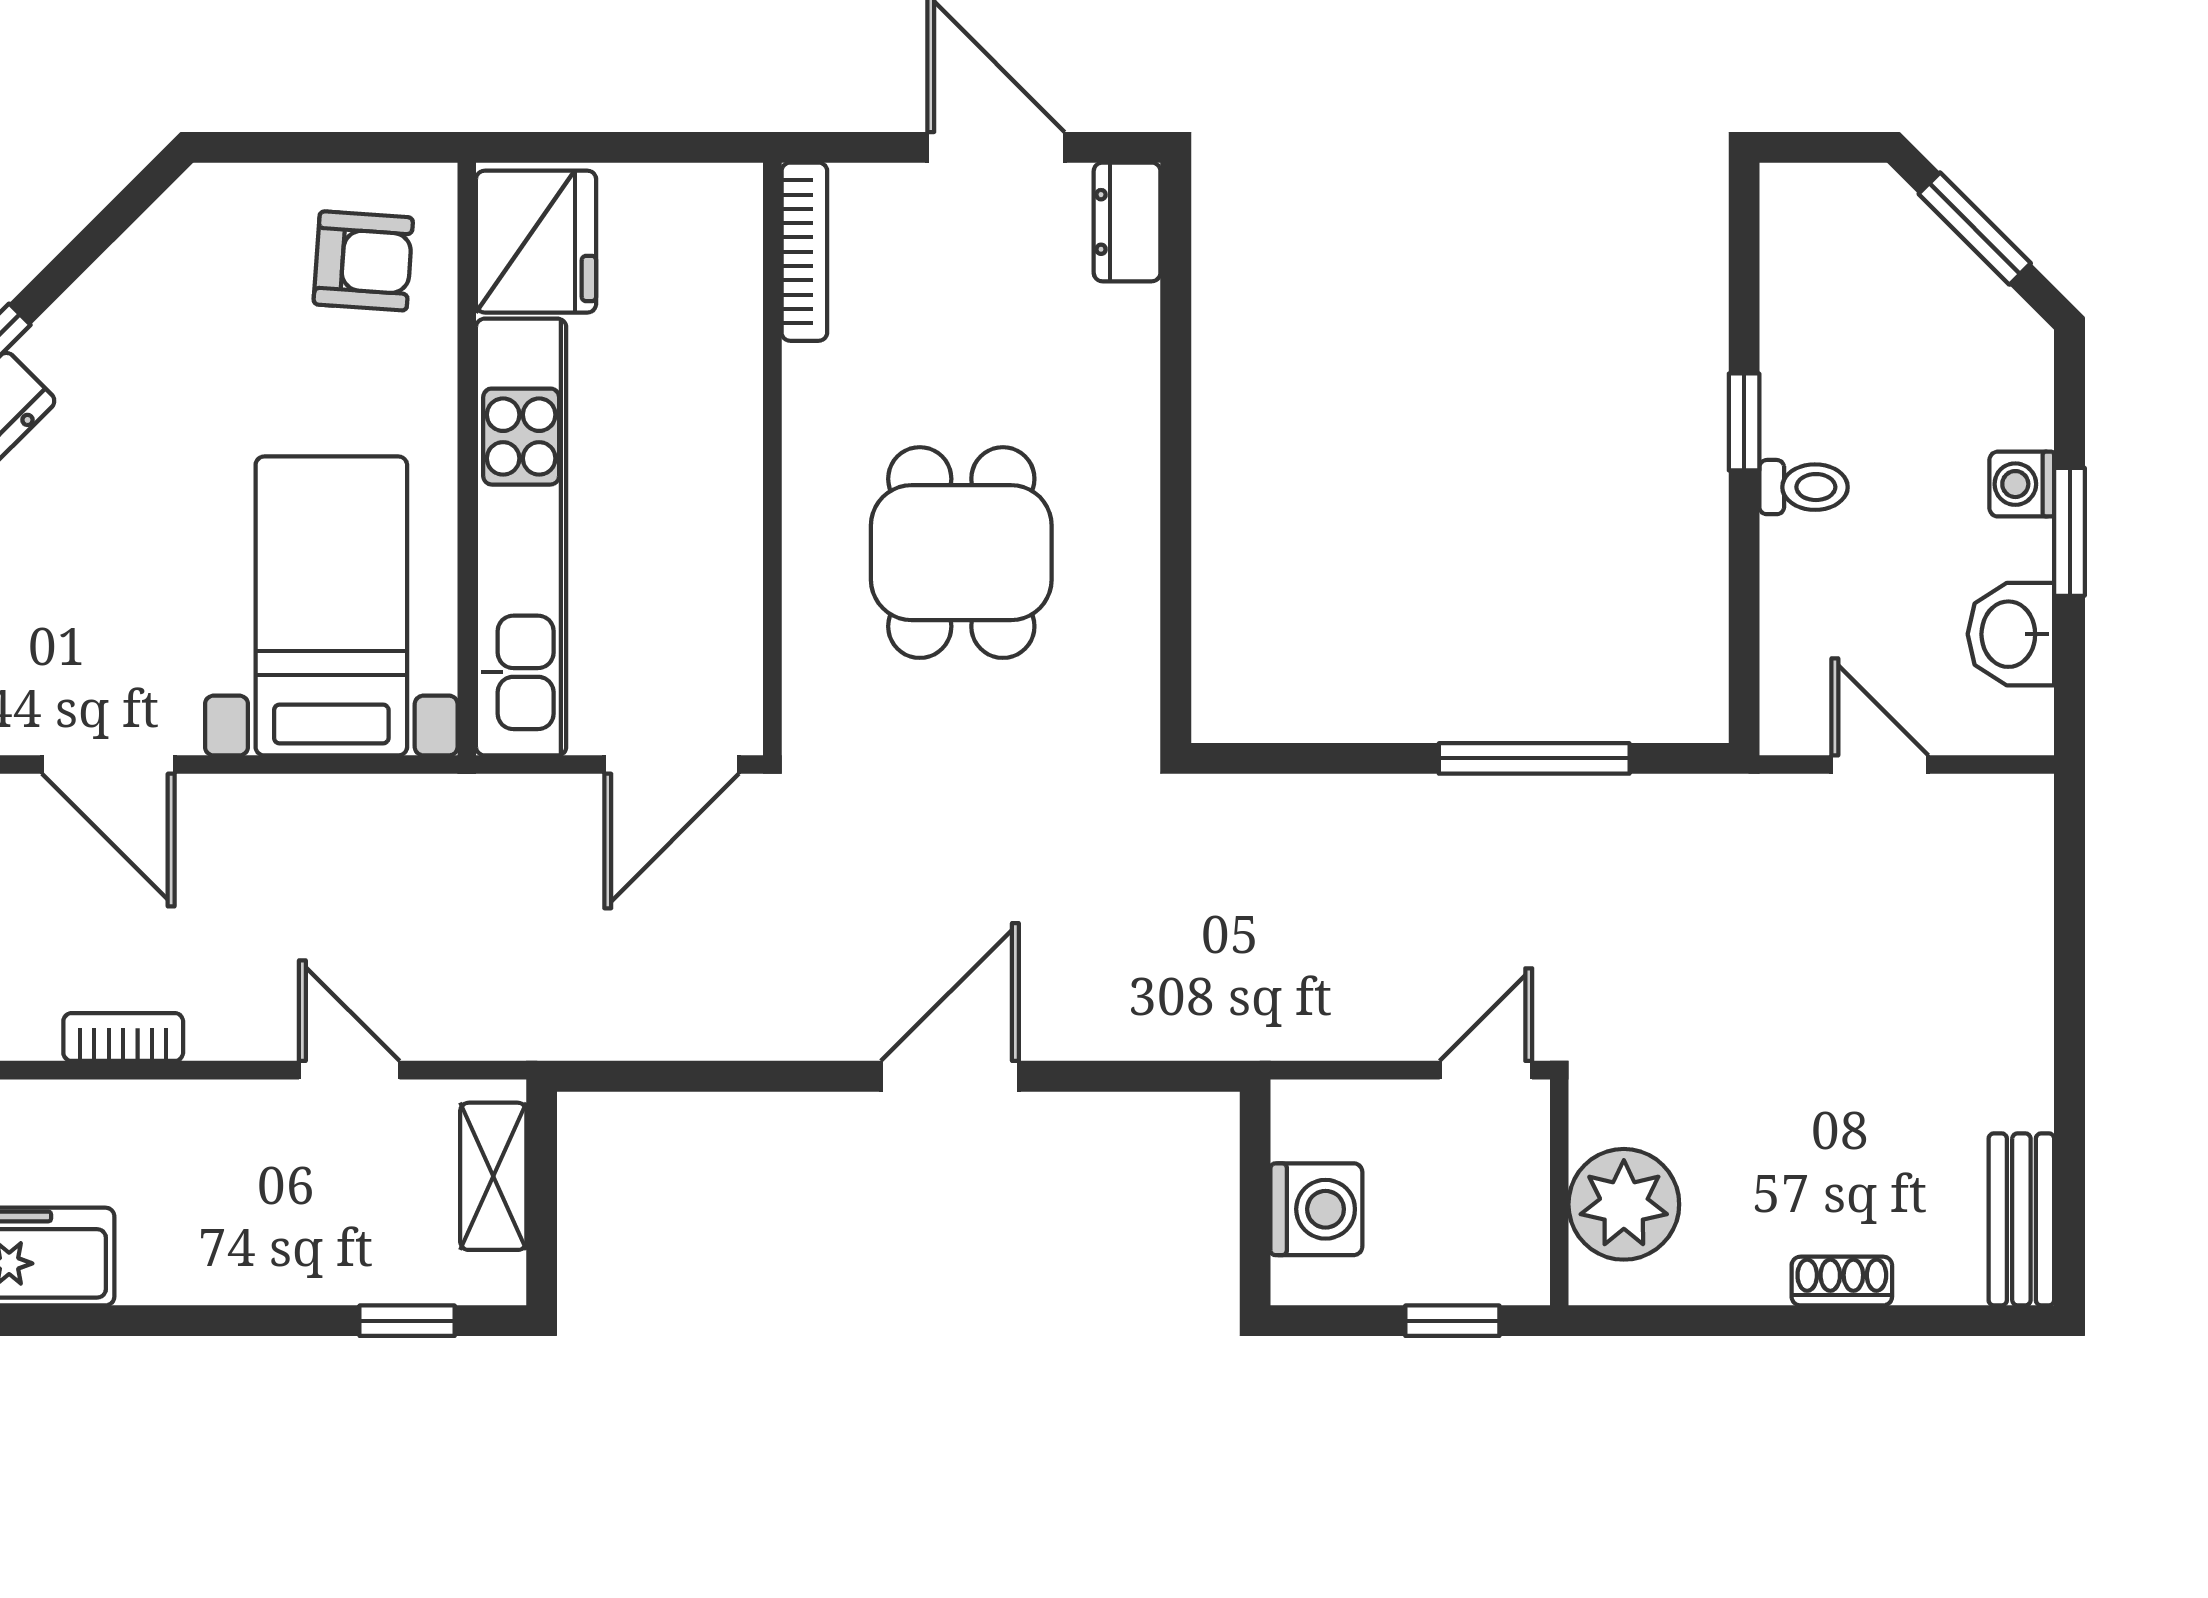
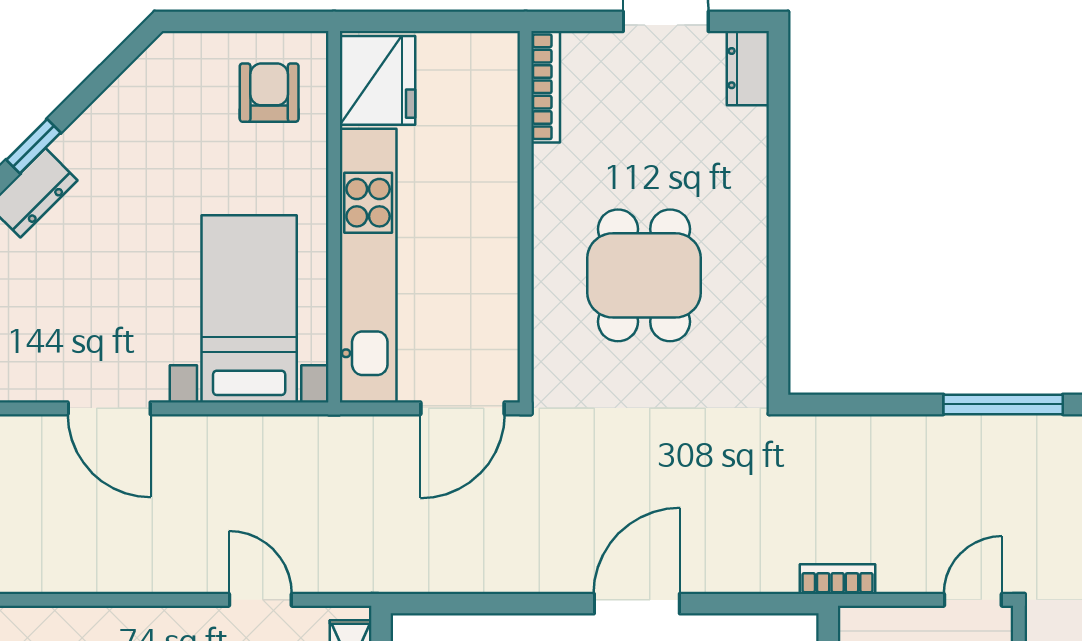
armchair: (363, 261) -> (269, 93), turned -94
bookcase: (123, 1037) -> (838, 579), moved

